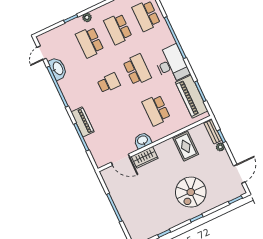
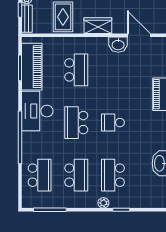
school desk: (90, 42) -> (113, 175), turned 180
washbasin: (143, 140) -> (118, 45), moved
wardrobe: (145, 157) -> (98, 26), moved

